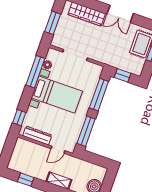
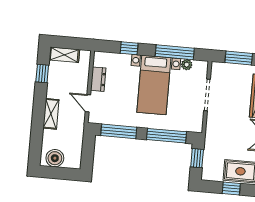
window: (19, 118) -> (129, 48), moved
dresser: (37, 135) -> (98, 79), width x0.70
shelving: (15, 158) -> (64, 55), added

